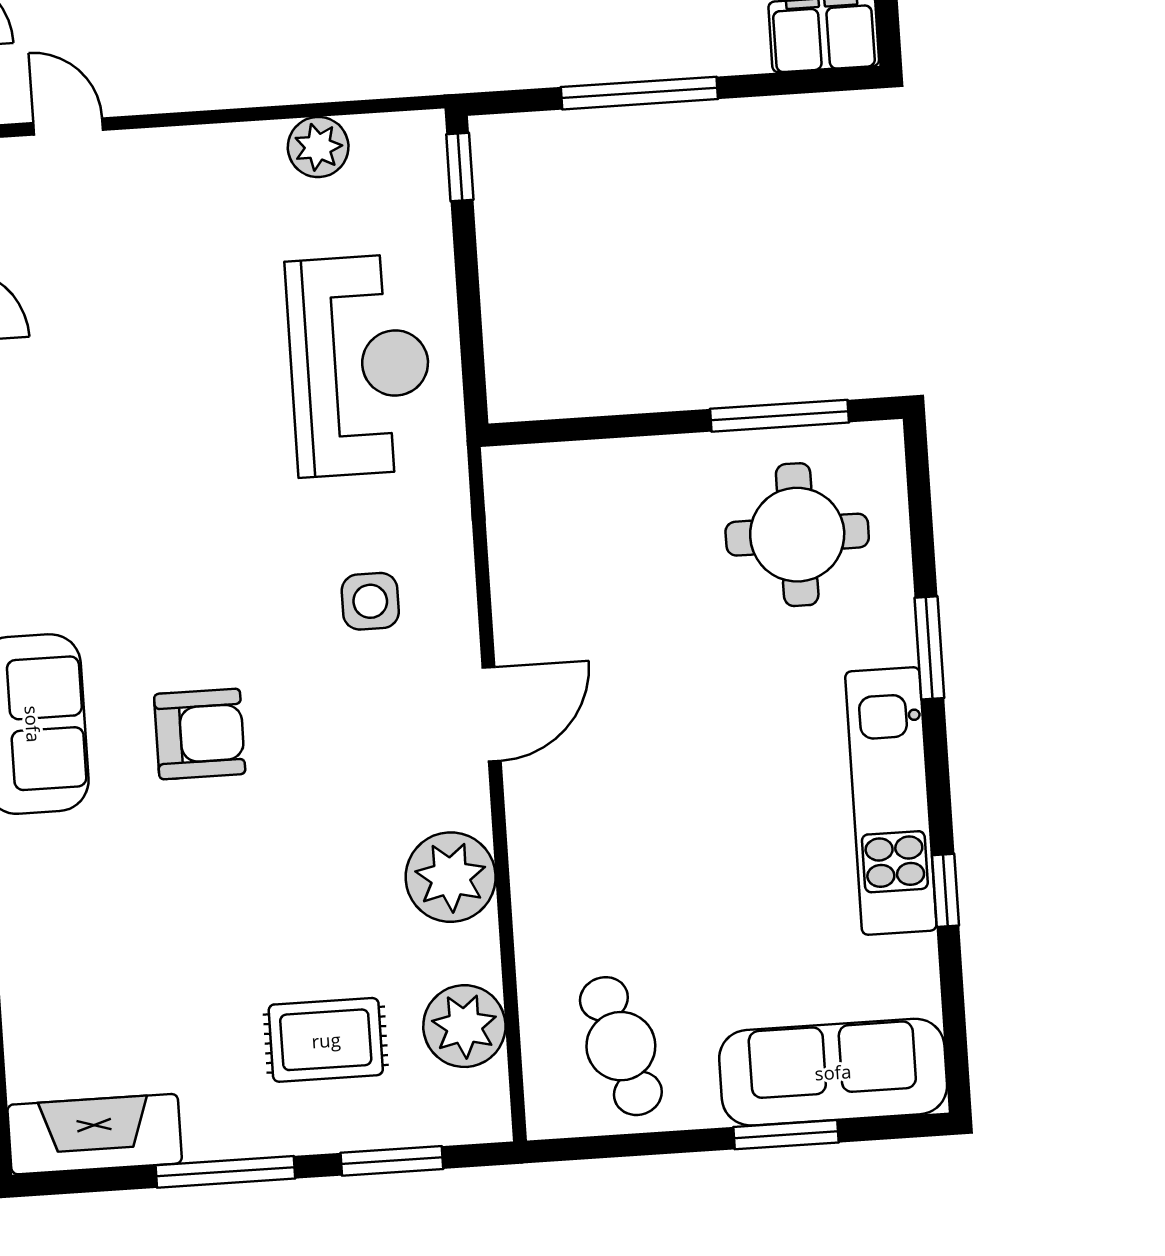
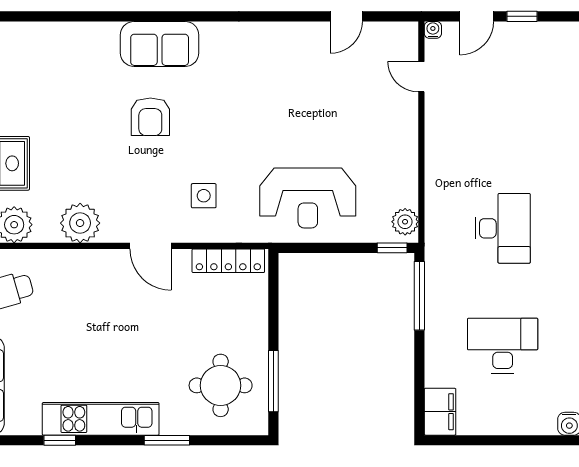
window: (639, 93) -> (419, 296), moved
door: (68, 126) -> (421, 77), swing flipped
plant: (318, 147) -> (405, 222), moved
locker: (514, 536) -> (228, 261), added

